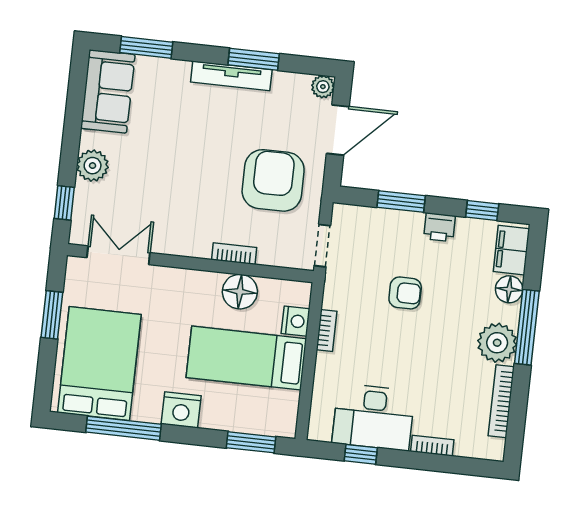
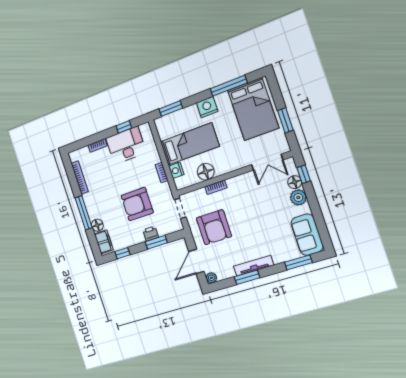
floor lamp: (86, 196) -> (295, 182), added
printer: (439, 227) -> (151, 234), moved
armchair: (405, 293) -> (137, 204), width x1.88, depth x1.88
plant: (497, 343) -> (92, 201), removed

